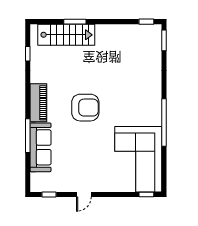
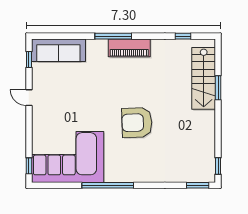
armchair: (85, 108) -> (137, 123), moved, turned 88
window: (28, 136) -> (113, 36), moved
sofa: (41, 147) -> (58, 50), moved

